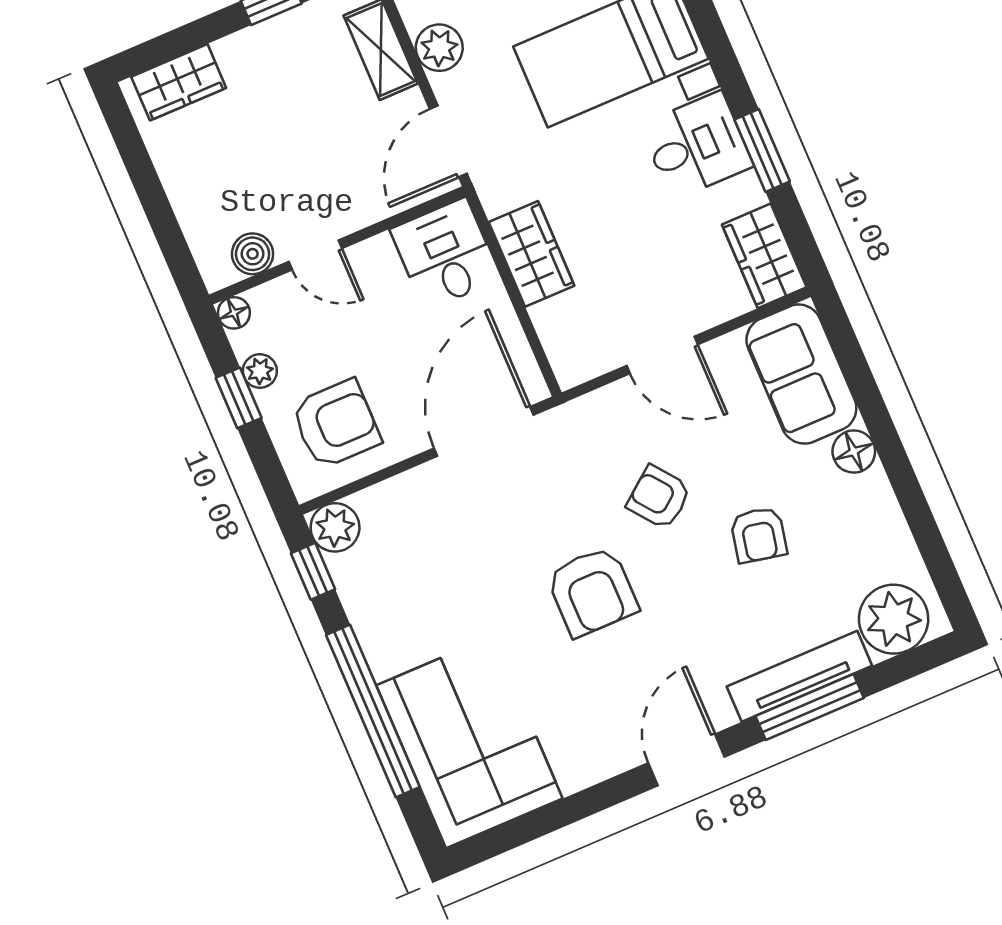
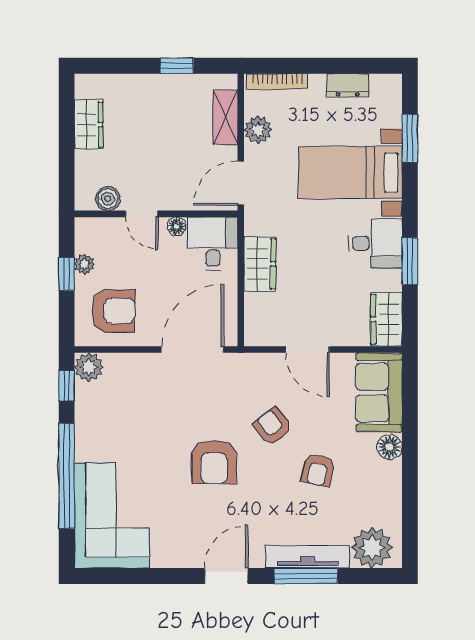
wardrobe: (179, 82) -> (89, 125), moved, turned -90
floor lamp: (234, 313) -> (177, 226), moved

